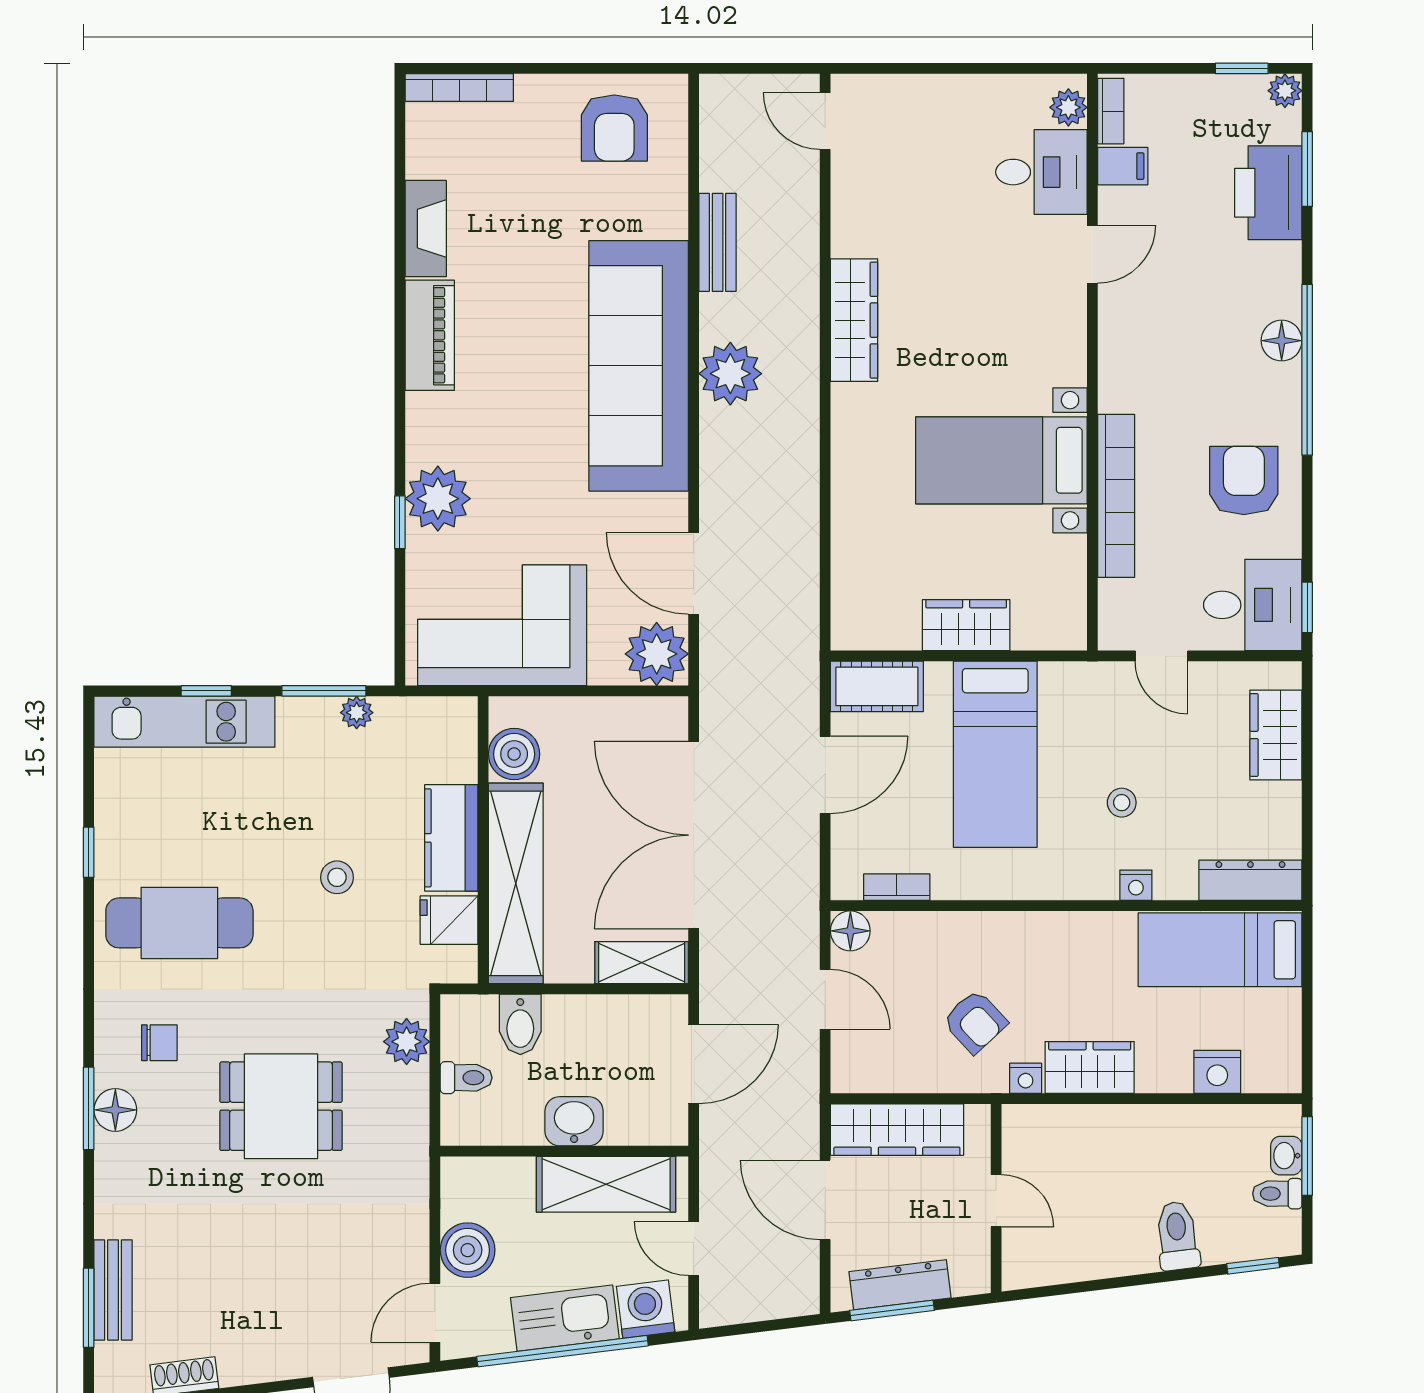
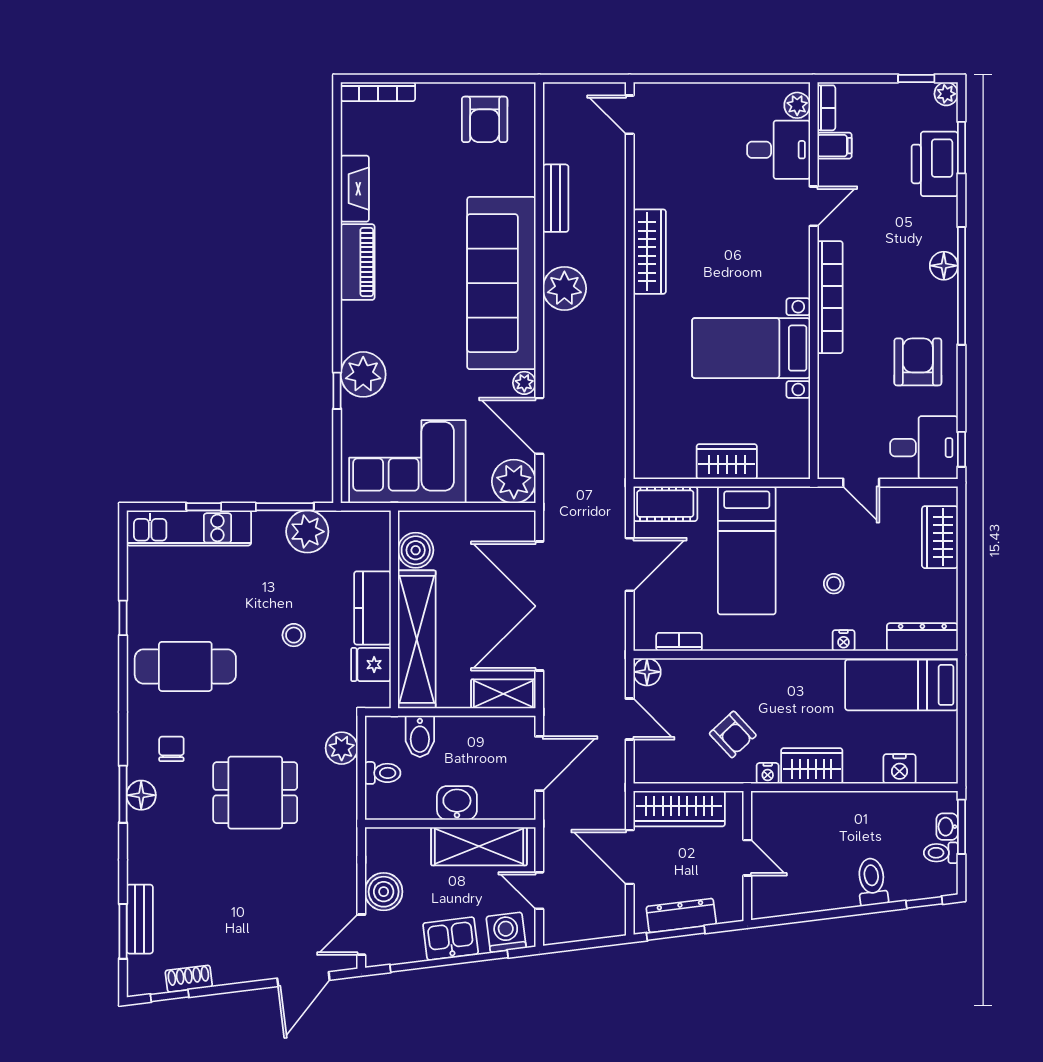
bookcase: (1116, 496) -> (830, 297), moved
plant: (672, 511) -> (524, 383), added
plant: (357, 713) -> (307, 532), width x1.88, depth x1.88
chair: (159, 1043) -> (171, 749), turned -90
kitchen sink: (565, 1318) -> (451, 938), width x0.73

